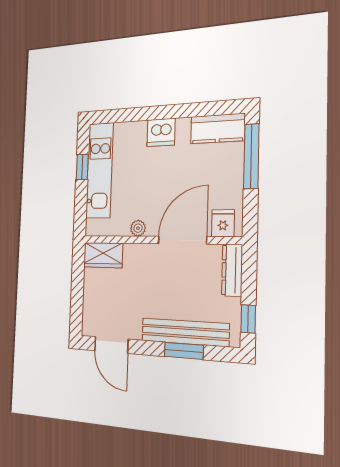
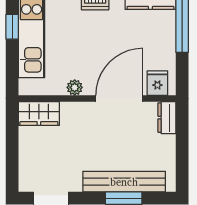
dresser: (232, 270) -> (167, 118), width x0.70
window: (248, 319) -> (182, 166), removed

